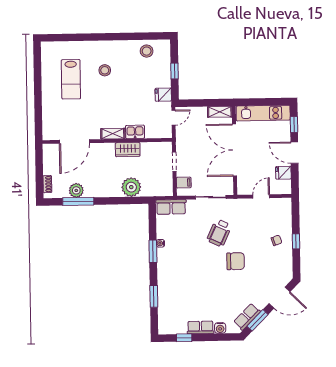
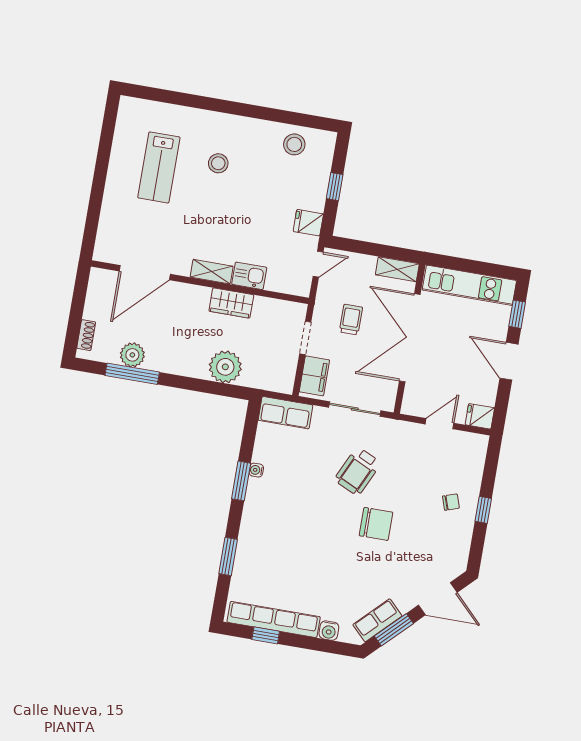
trolley: (199, 146) -> (351, 320), added
fridge: (283, 173) -> (480, 416), moved
filing cabinet: (184, 183) -> (314, 376), width x2.00
row of seats: (200, 327) -> (274, 619), width x2.02

